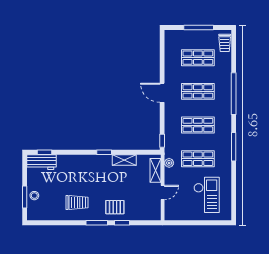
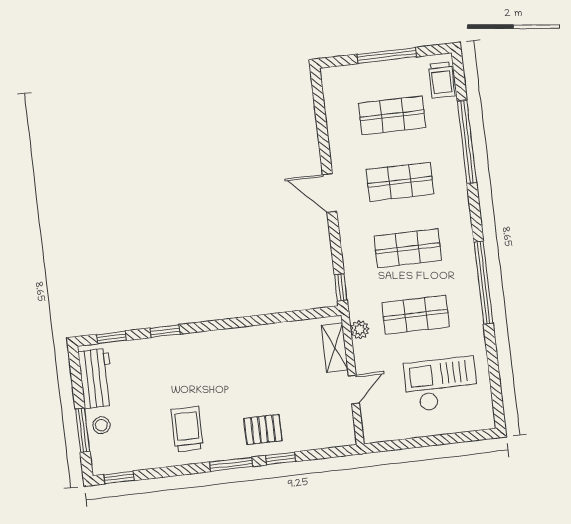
window: (234, 94) -> (467, 142), moved
window: (234, 147) -> (483, 283), width x1.46
window: (104, 152) -> (165, 331), moved
shelving: (124, 160) -> (271, 334), removed
workbench: (41, 162) -> (96, 378), moved, turned -90
checkout: (207, 195) -> (441, 384), turned -90
trolley: (77, 203) -> (187, 429), turned -90
window: (40, 223) -> (119, 477), added

